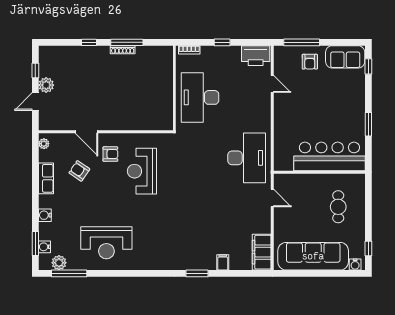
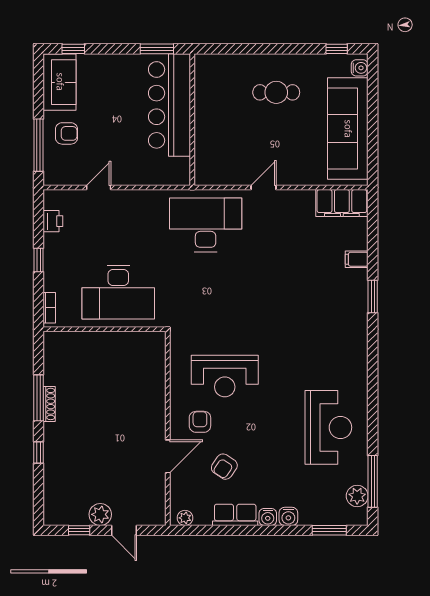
printer: (256, 56) -> (53, 221), width x0.53, depth x0.68
bar counter: (329, 156) -> (170, 105), moved
wall: (319, 172) -> (192, 120), moved
water cooler: (45, 247) -> (268, 517), moved

